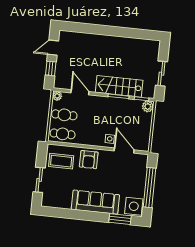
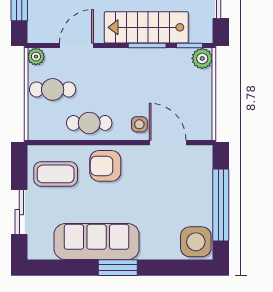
door: (80, 92) -> (76, 46), hinge flipped
cafe table: (63, 134) -> (89, 123), moved
armchair: (89, 160) -> (105, 166), turned 90
sofa: (95, 202) -> (97, 242), moved
window: (120, 219) -> (118, 268), moved

